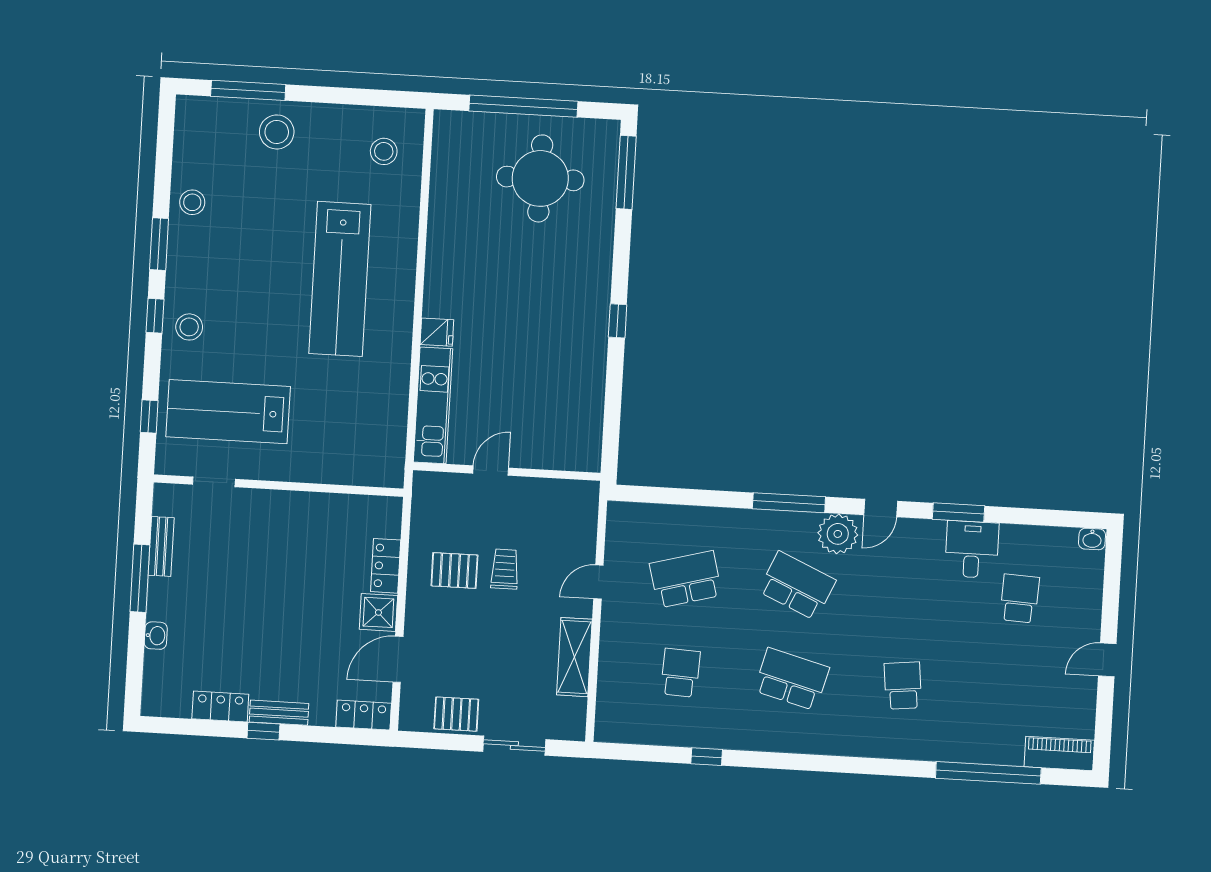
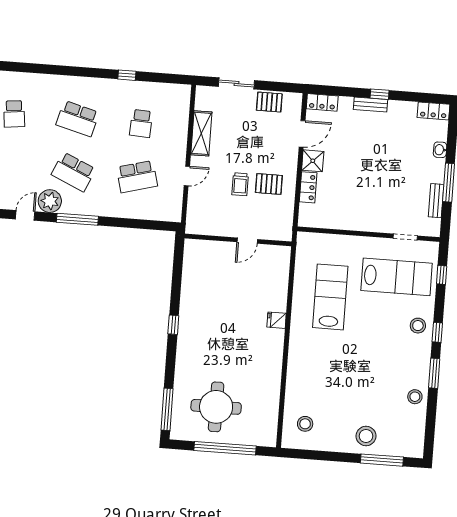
lab bench: (340, 279) -> (330, 297), moved, width x0.73
kitchen unit: (433, 405) -> (280, 278), removed
locker: (220, 706) -> (433, 111), moved

